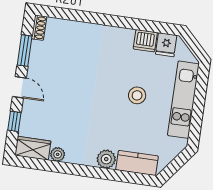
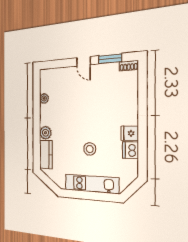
fridge: (166, 45) -> (130, 133), moved
door: (19, 87) -> (84, 61), hinge flipped
window: (14, 121) -> (61, 64), removed
wardrobe: (33, 148) -> (46, 81), removed

